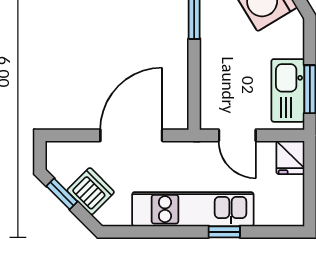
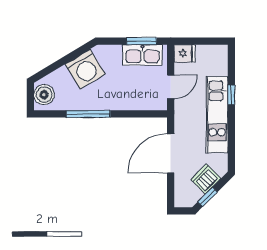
door: (131, 135) -> (171, 153), hinge flipped

